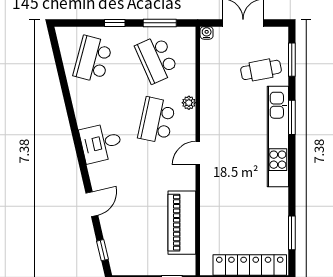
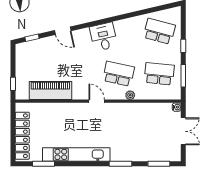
school desk: (157, 59) -> (159, 74), turned 30
cafe table: (261, 70) -> (152, 143), removed
kitchen unit: (278, 136) -> (76, 154), moved

